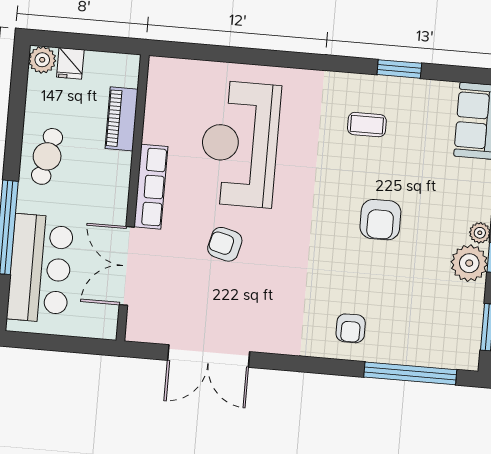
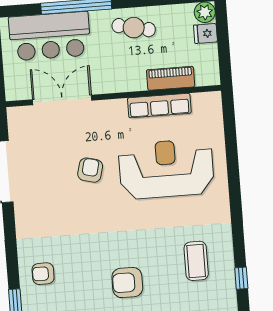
window: (399, 69) -> (241, 278), width x0.67
coffee table: (367, 125) -> (196, 261), width x1.36, depth x1.30
row of seats: (151, 187) -> (159, 106), moved

